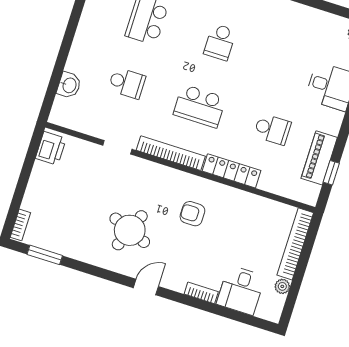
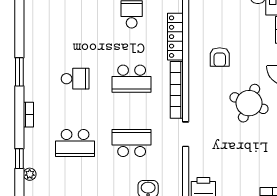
school desk: (127, 83) -> (132, 143), width x1.85
school desk: (200, 106) -> (132, 79), turned 90

